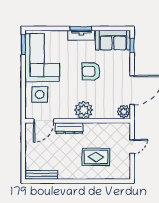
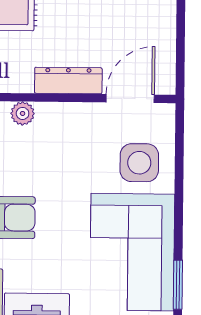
plant: (84, 110) -> (23, 113), width x0.53, depth x0.53

